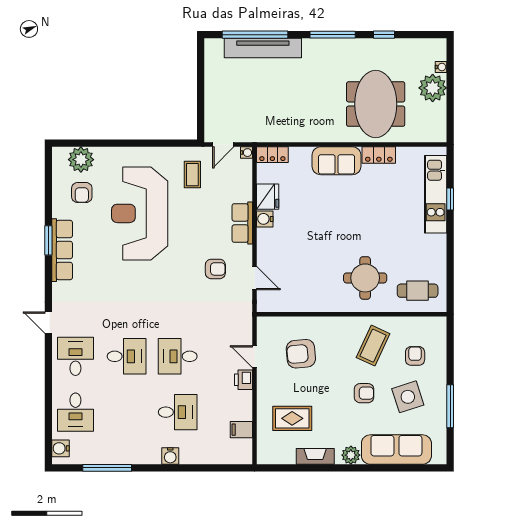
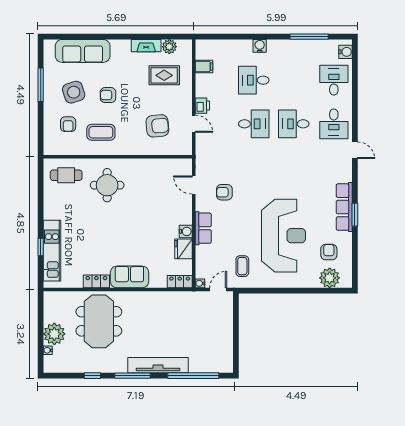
tv unit: (263, 48) -> (158, 365), moved
coffee table: (373, 346) -> (101, 132), turned 65
plant: (351, 455) -> (169, 47), moved

